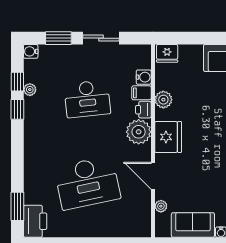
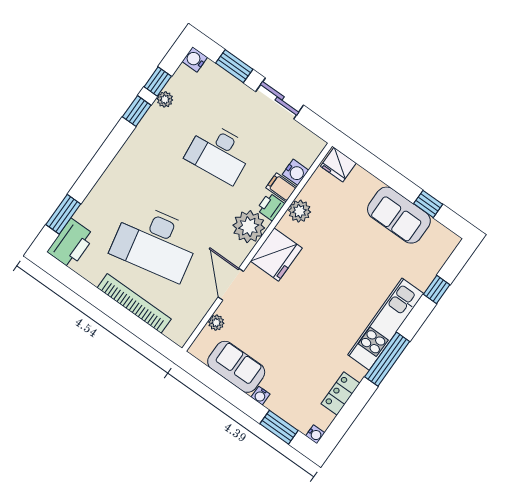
bookcase: (101, 231) -> (134, 303), added

